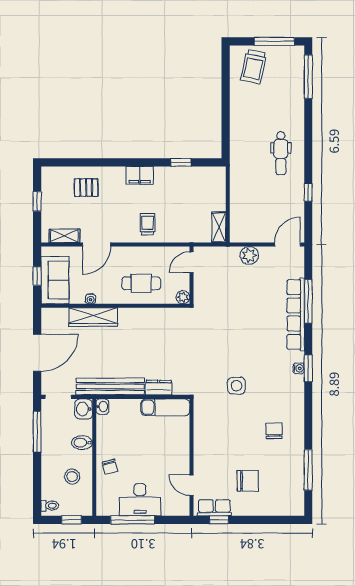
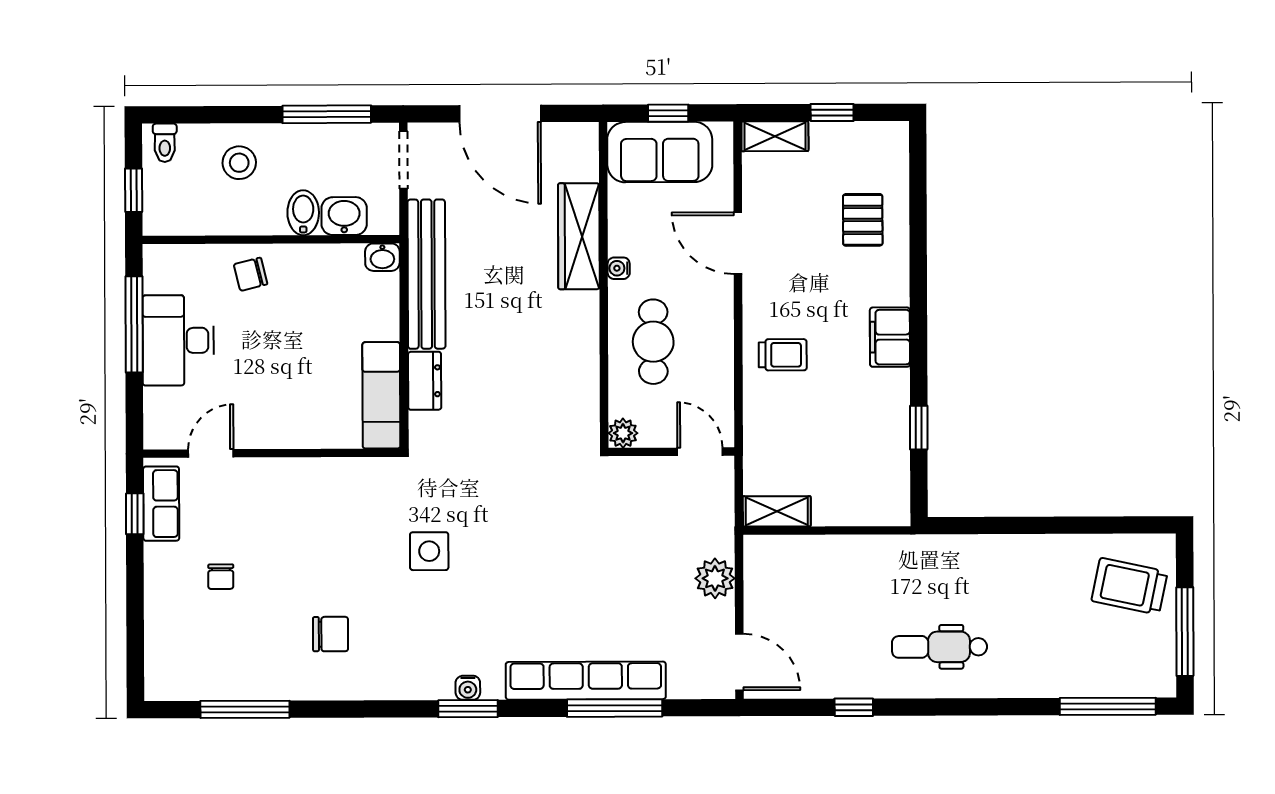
shelving: (64, 236) -> (775, 136), moved, turned 90
water cooler: (91, 299) -> (619, 268), moved
washbasin: (84, 409) -> (344, 216), moved
stool: (72, 477) -> (239, 163), moved
chair: (248, 481) -> (221, 577), width x0.54, depth x0.54

